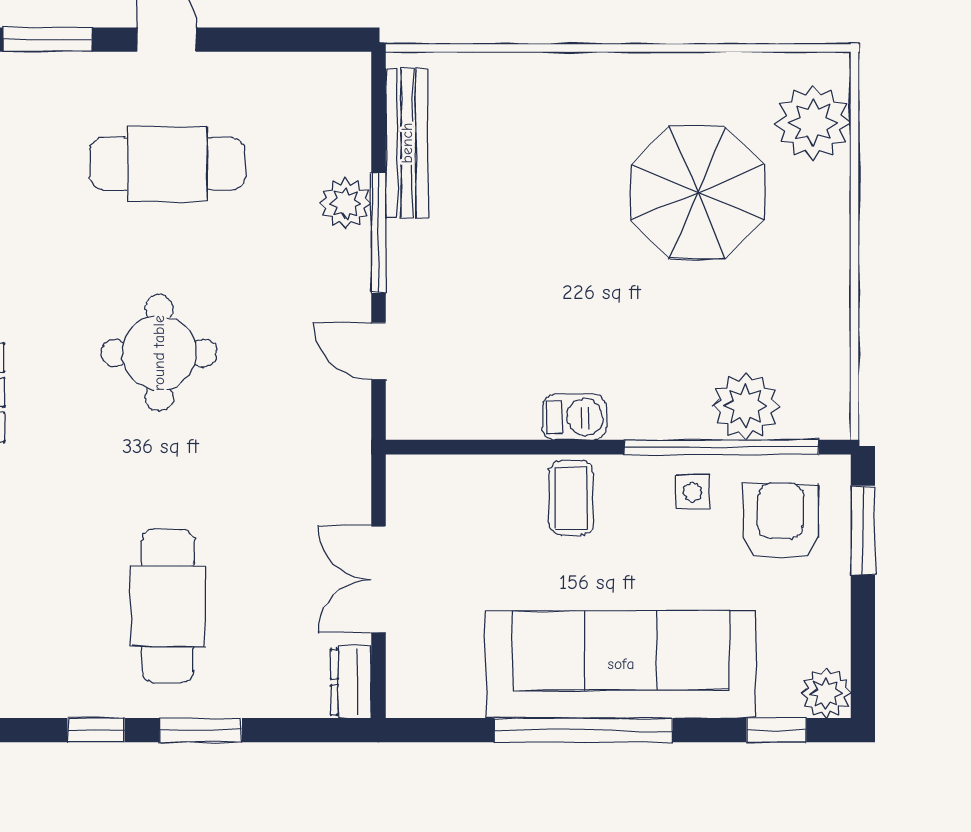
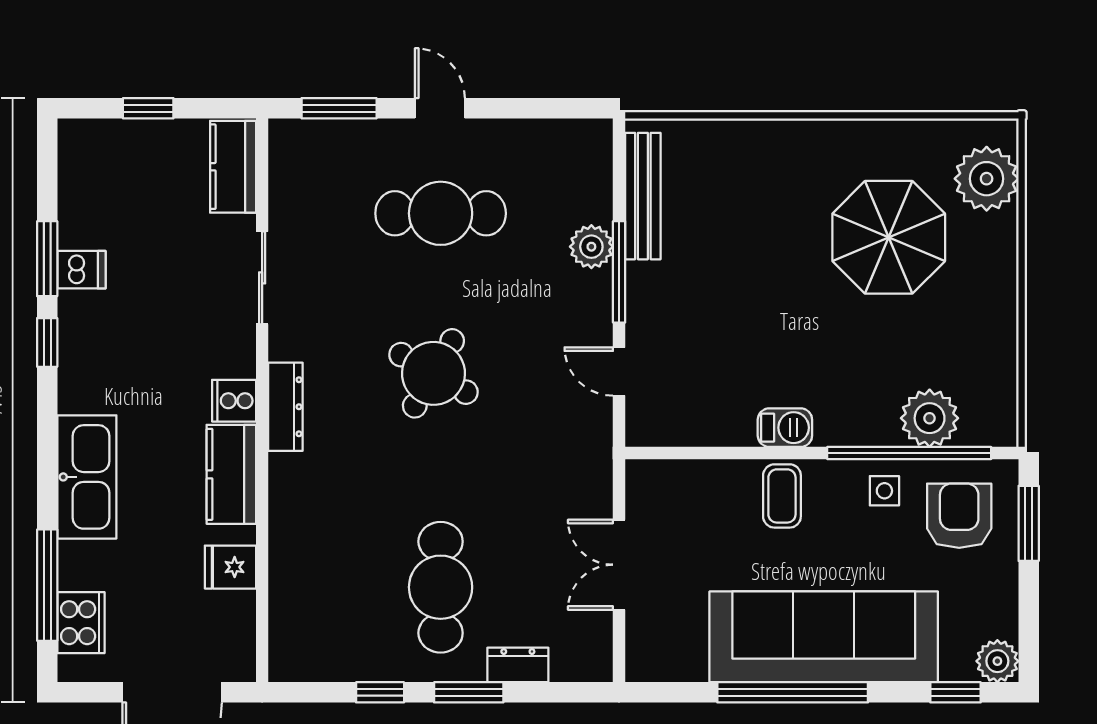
round table: (159, 353) -> (433, 373), turned 30
dresser: (351, 682) -> (518, 665), moved, turned 90

